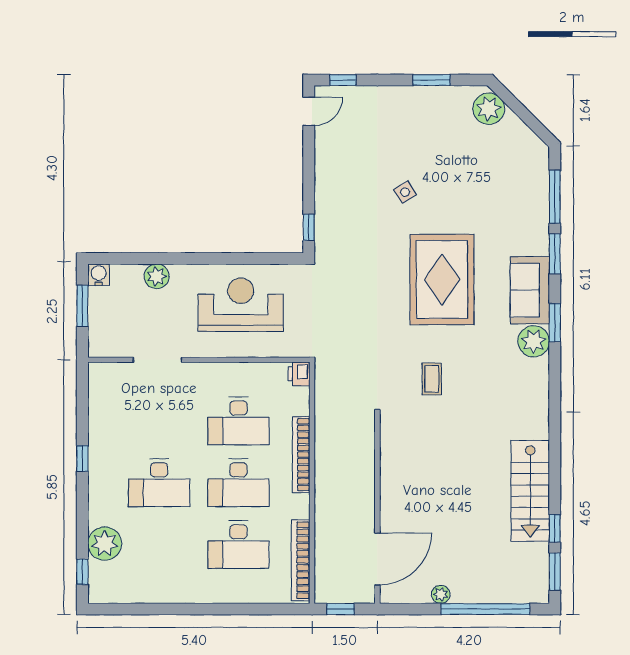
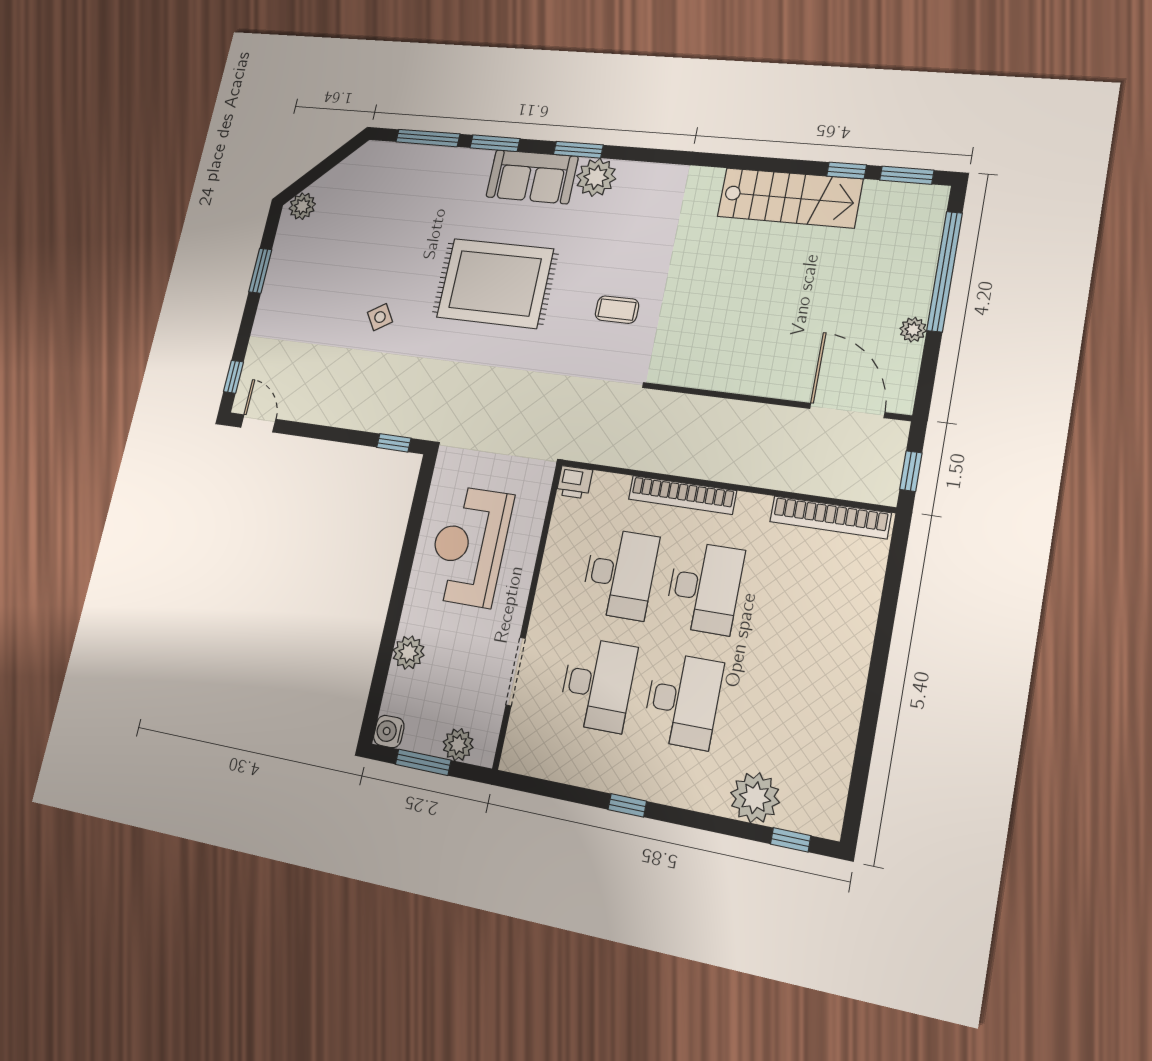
plant: (489, 109) -> (302, 206), width x0.73, depth x0.73
plant: (99, 329) -> (458, 745), added
desk: (239, 545) -> (598, 684), moved

